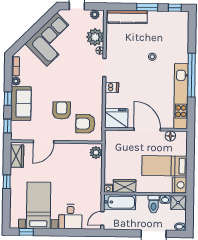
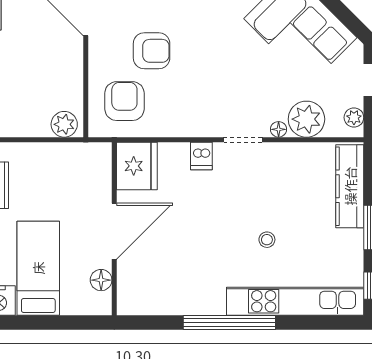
kitchen unit: (181, 96) -> (295, 301), moved

